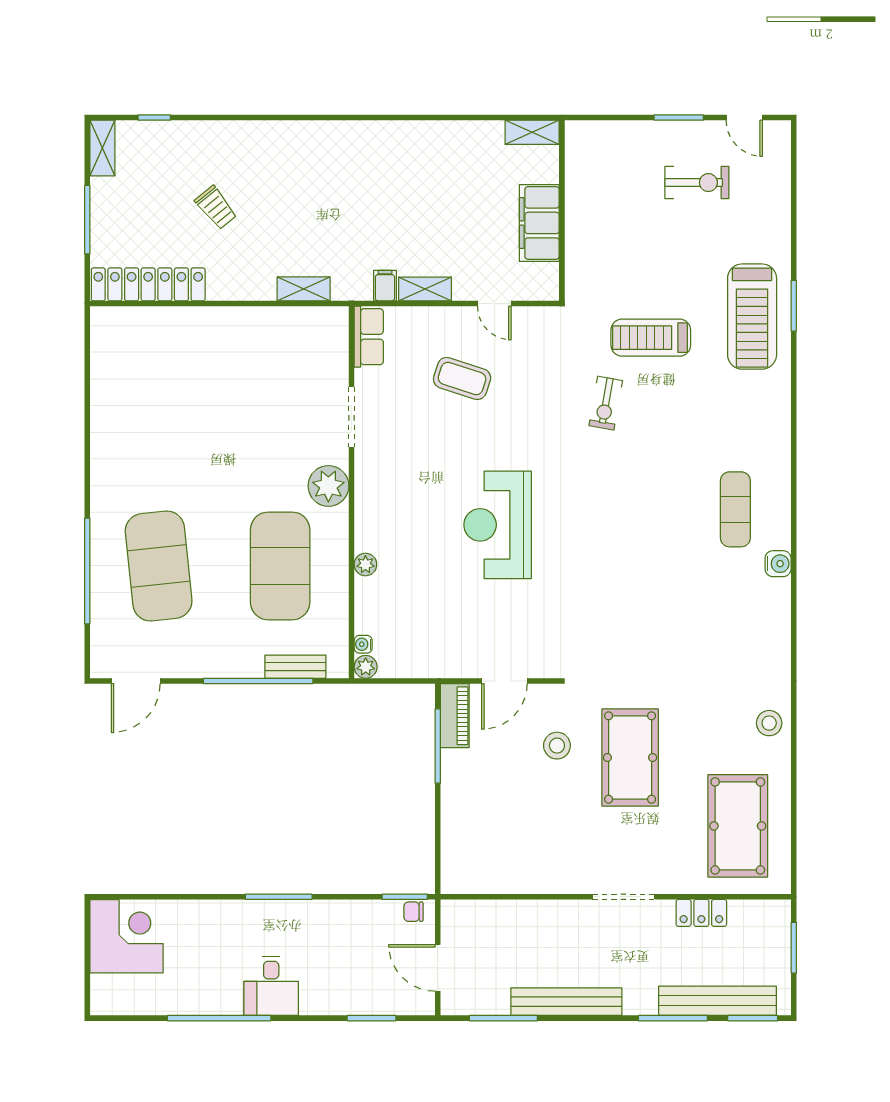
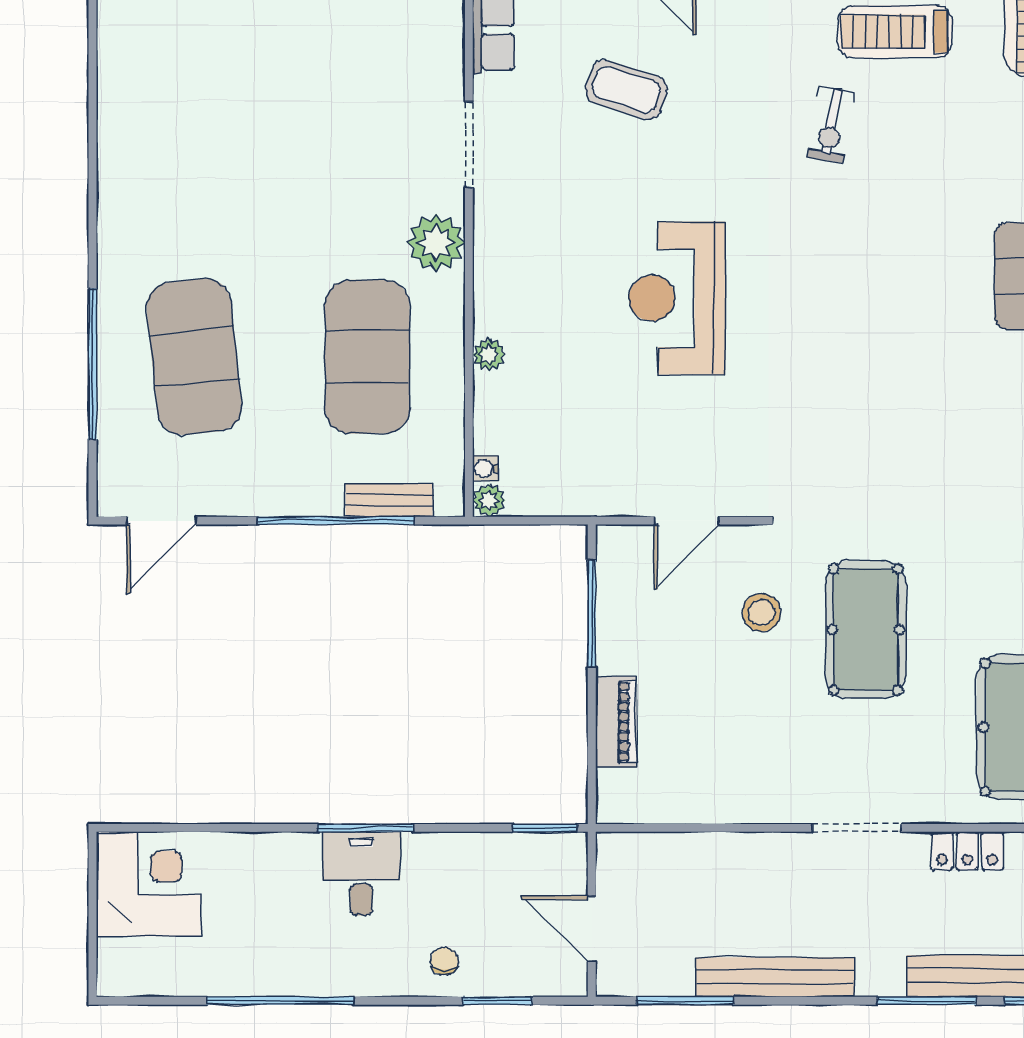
piano: (455, 716) -> (616, 722), moved
chair: (413, 912) -> (444, 961), moved, turned 90
desk: (271, 986) -> (361, 874), moved, turned 180

